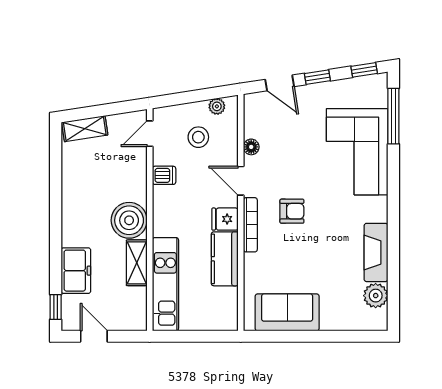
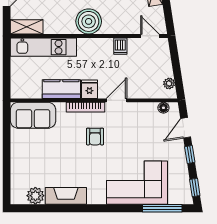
stool: (198, 137) -> (147, 70), removed
floor lamp: (251, 147) -> (163, 108), moved
shelving: (137, 263) -> (27, 27), moved
sofa: (287, 312) -> (33, 115), moved, turned 90

